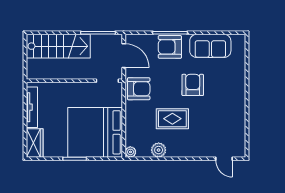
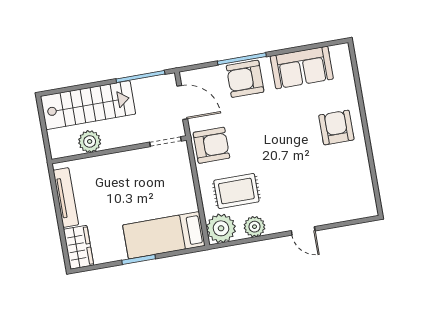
plant: (55, 71) -> (90, 141), added
armchair: (193, 85) -> (336, 127), moved
rug: (172, 119) -> (236, 191), moved
bed: (95, 132) -> (164, 235), width x0.49
plant: (130, 152) -> (221, 228), width x1.88, depth x1.88
door: (224, 159) -> (303, 231), moved

